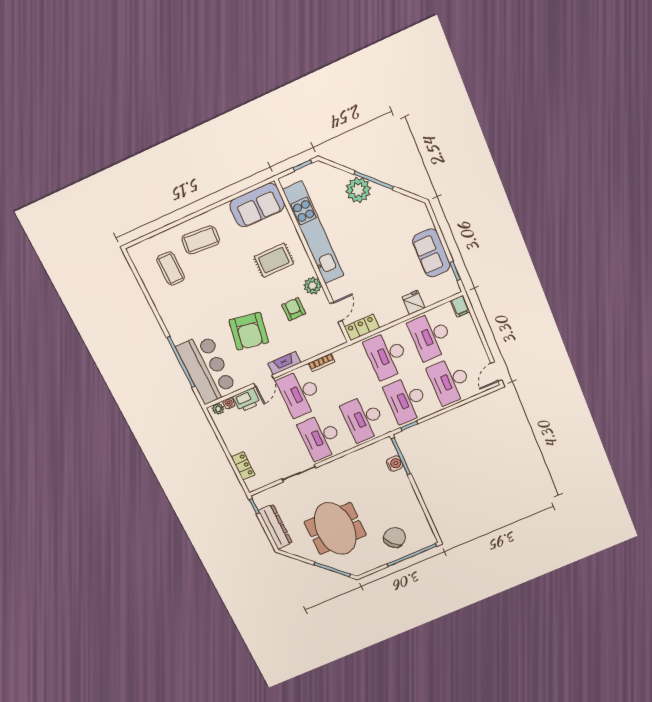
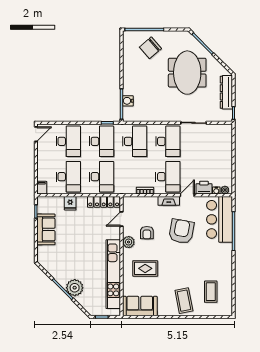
coffee table: (201, 240) -> (184, 301), turned 75
locker: (362, 327) -> (104, 202), width x1.53
locker: (243, 466) -> (227, 145), removed

